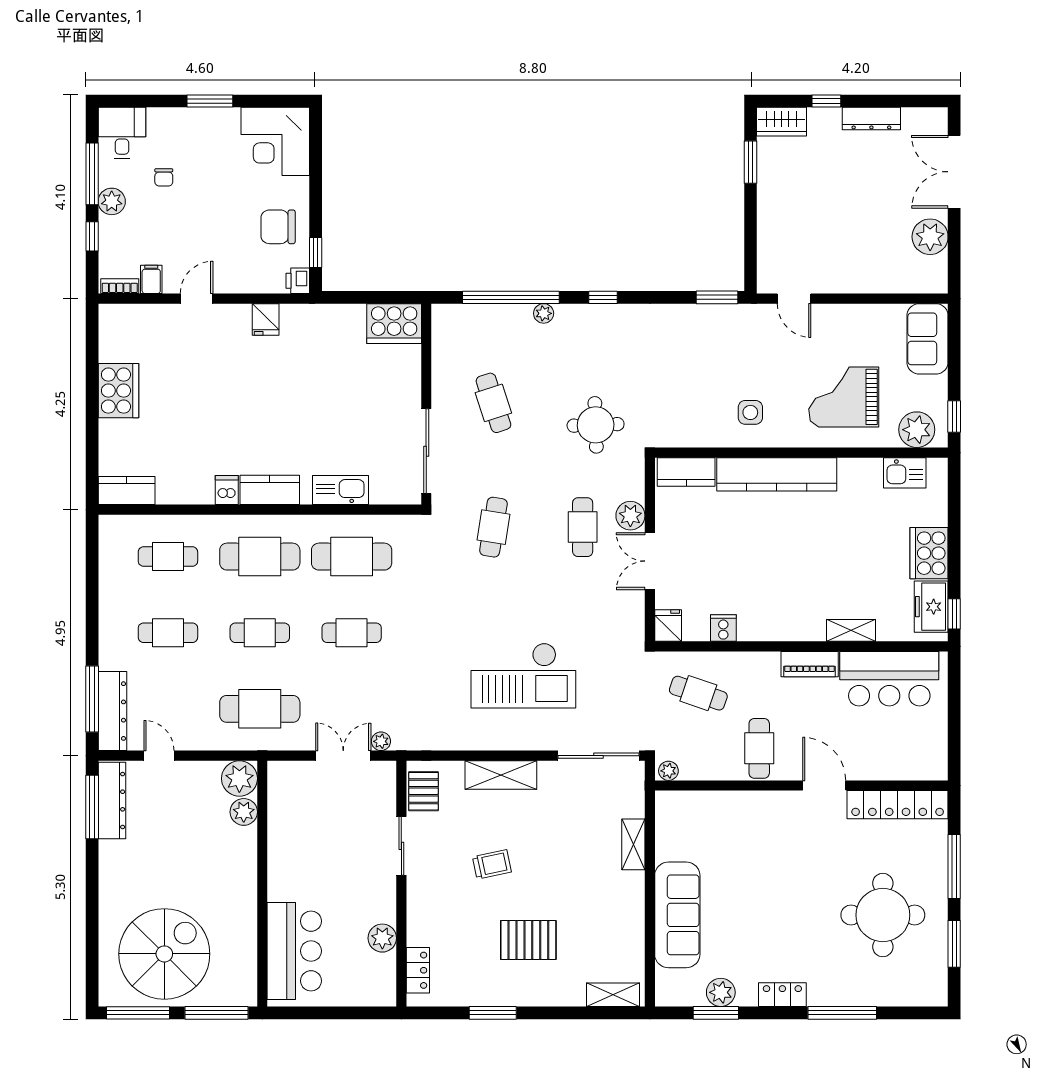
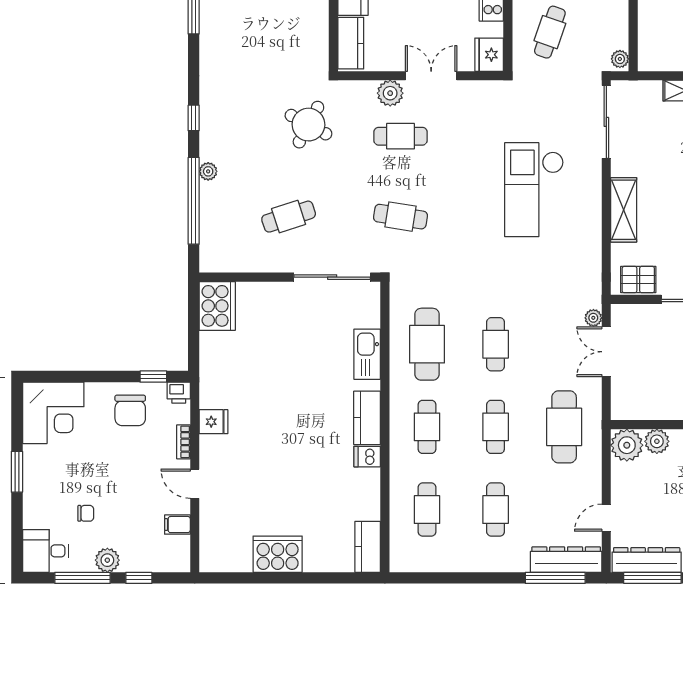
bookcase: (120, 286) -> (183, 442), moved
round table: (596, 425) -> (308, 125), turned 30
cafe table: (260, 557) -> (427, 427), width x0.73, depth x0.74
double door: (650, 561) -> (431, 76), swing flipped
fridge: (668, 626) -> (489, 55), width x1.38
checkout: (523, 675) -> (534, 190), turned 180

